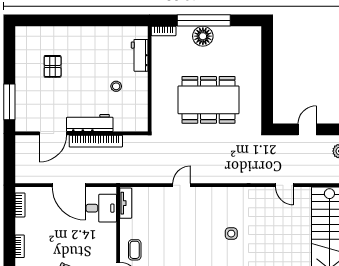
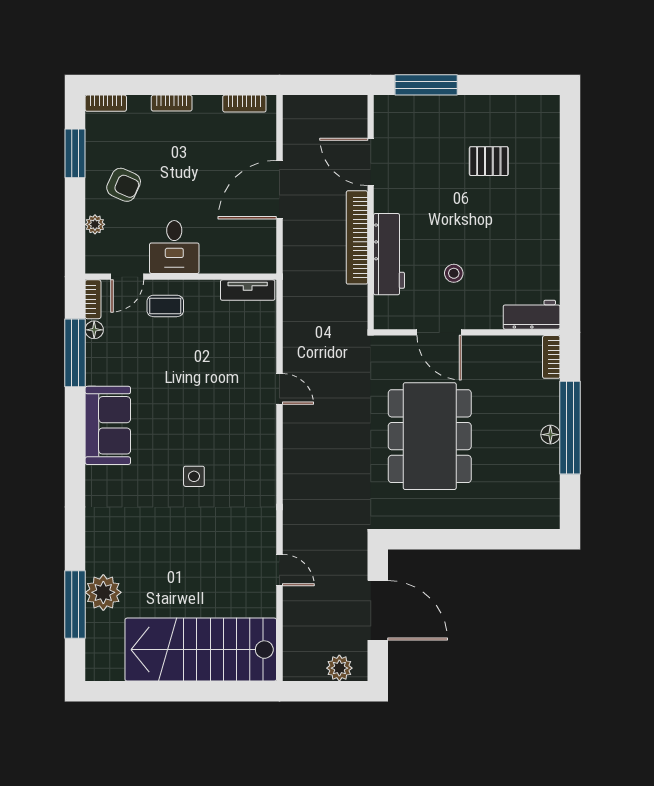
floor lamp: (203, 36) -> (550, 435), width x0.53, depth x0.53
workbench: (140, 55) -> (532, 315), moved
door: (150, 95) -> (439, 332), added
workbench: (90, 123) -> (389, 254), moved
door: (307, 129) -> (378, 610), width x1.88
door: (284, 185) -> (279, 570), swing flipped
desk: (101, 208) -> (174, 247), moved

